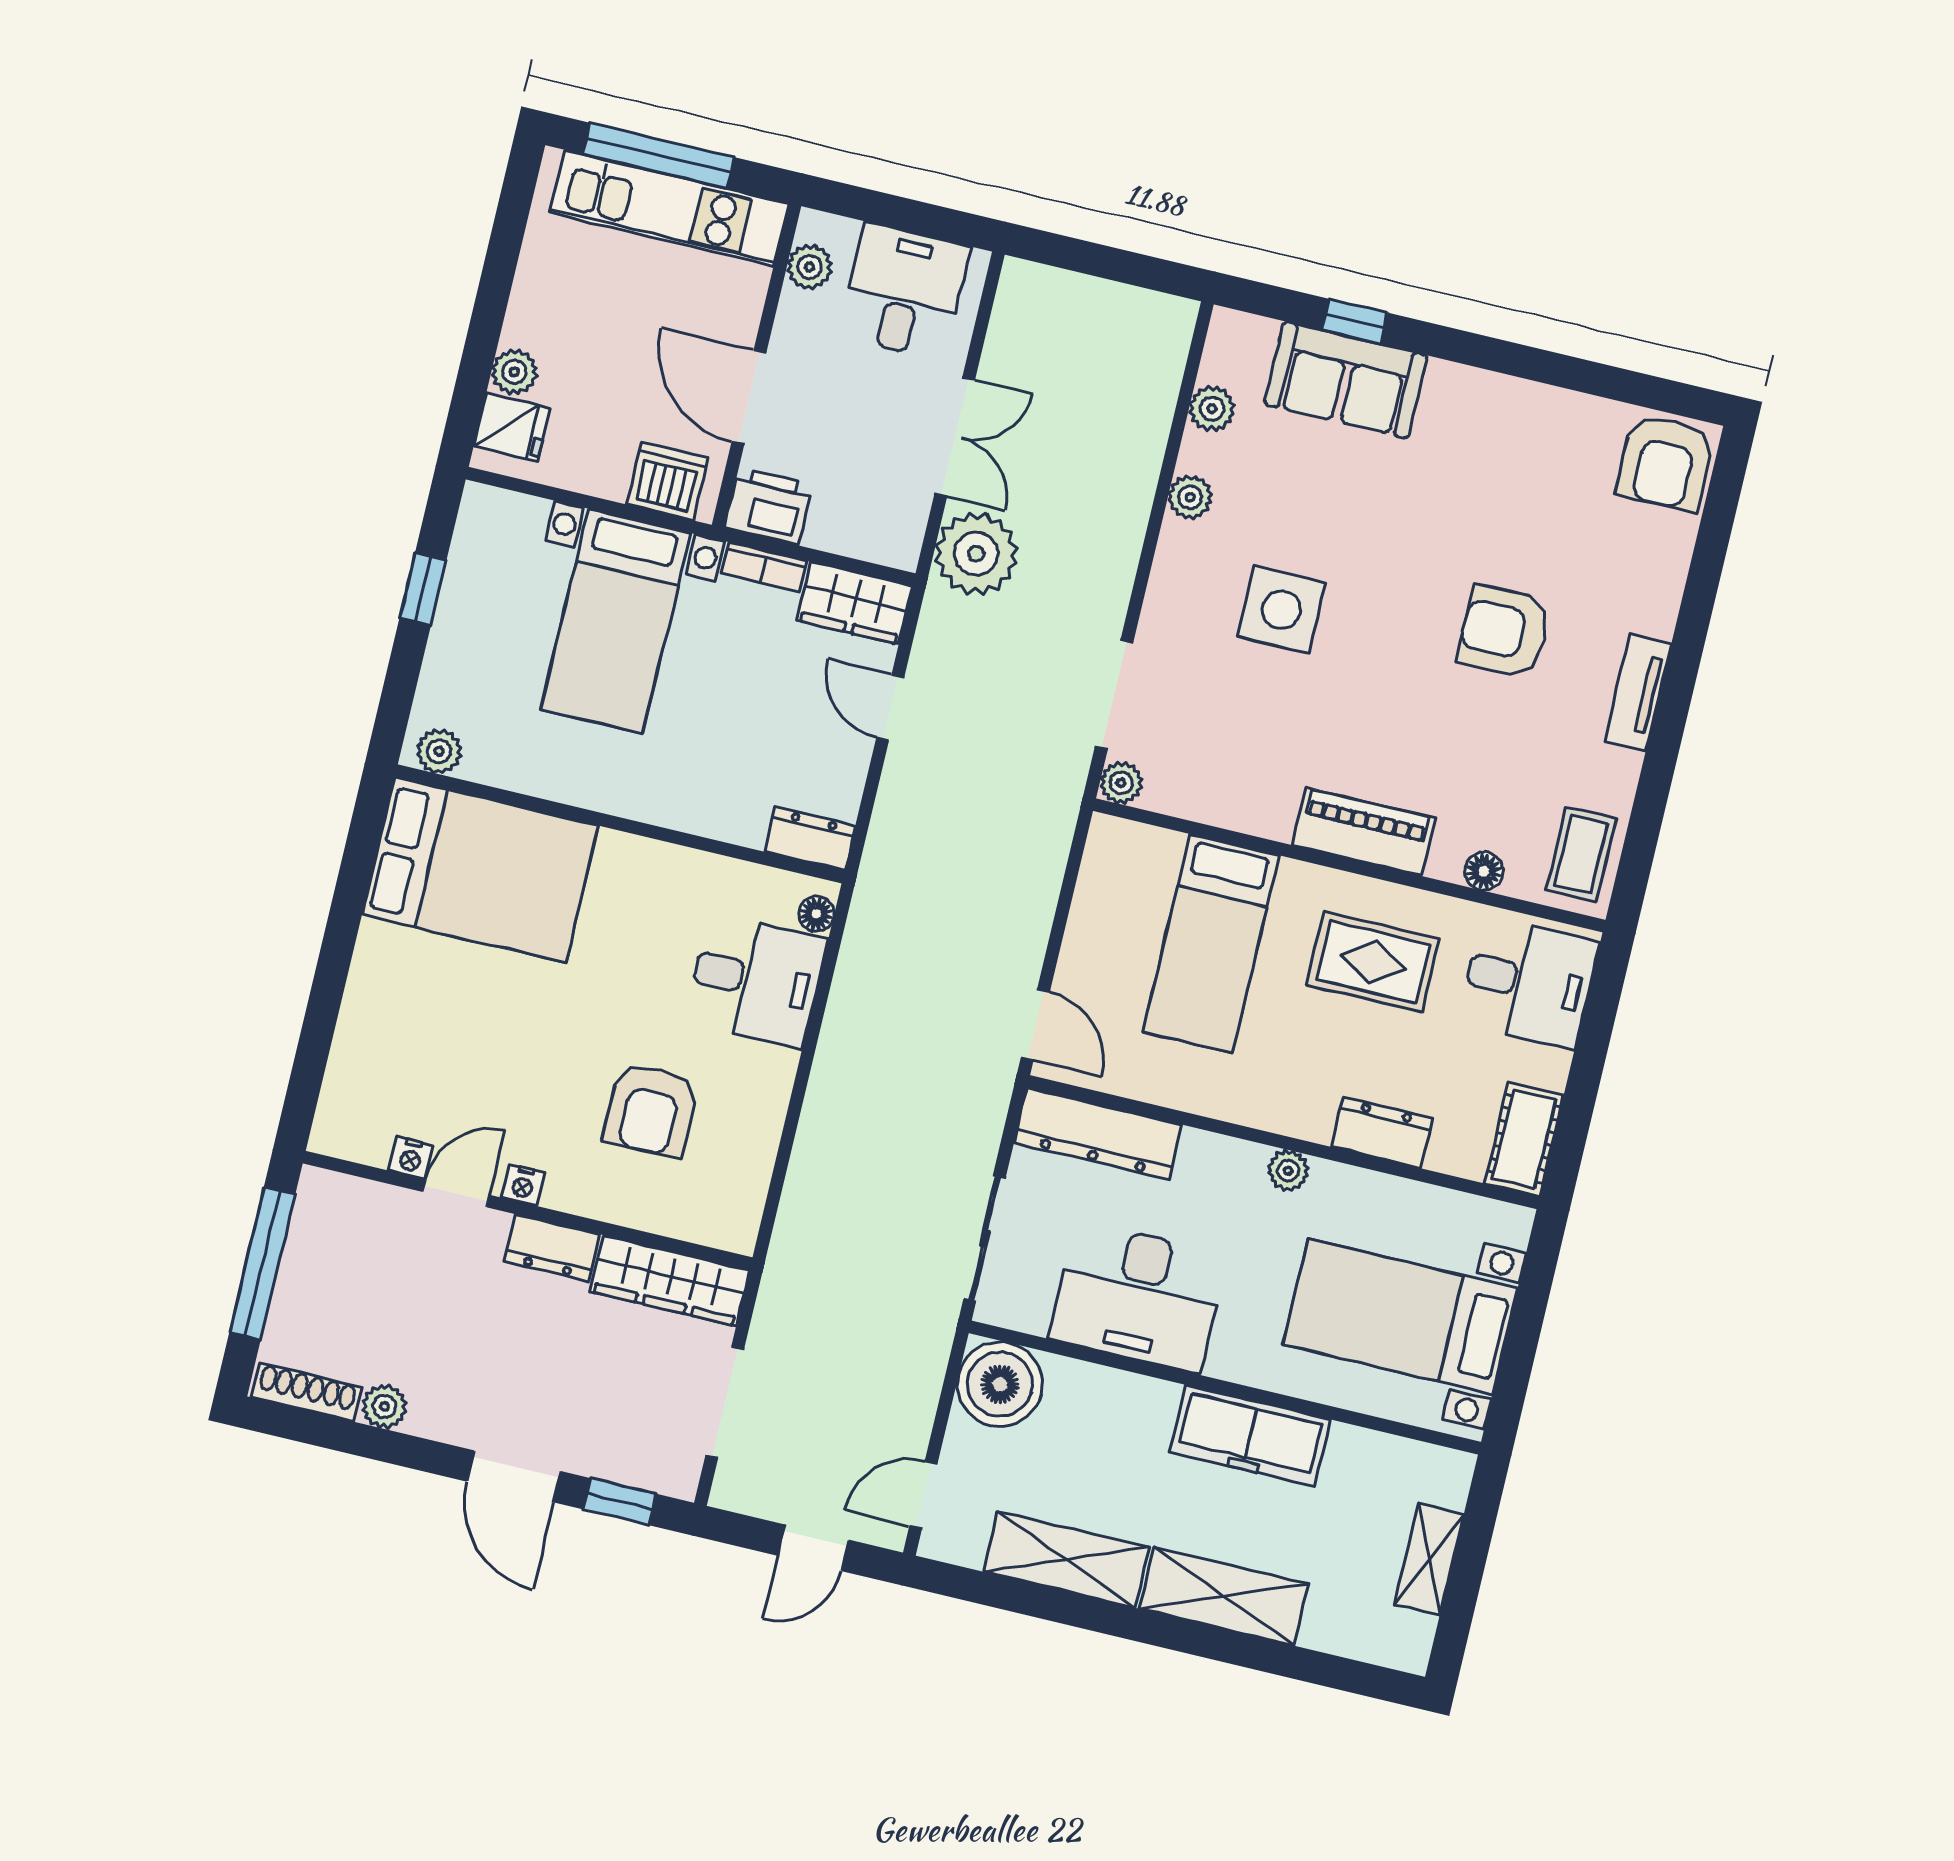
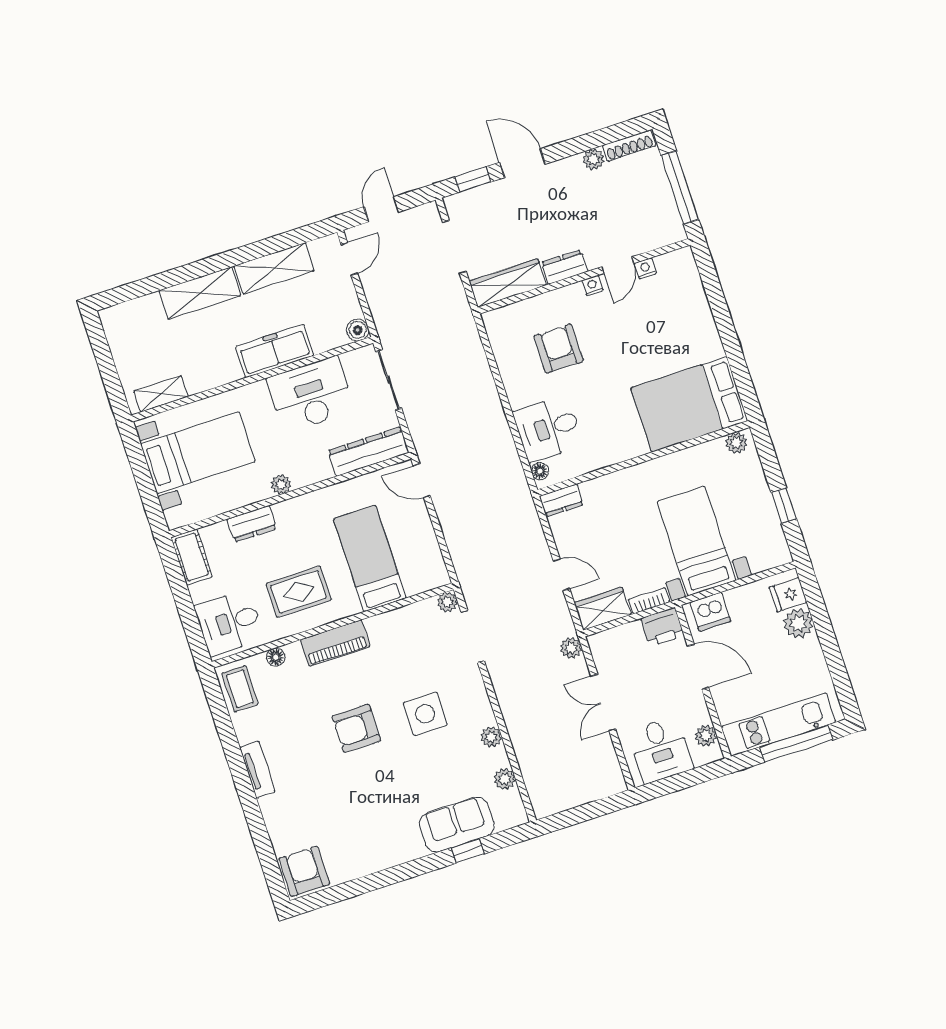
plant: (514, 372) -> (798, 623), width x1.38, depth x1.38
plant: (976, 554) -> (571, 648), width x0.53, depth x0.53
armchair: (1504, 631) -> (356, 728), moved, turned 180
boiler: (1000, 1384) -> (358, 330), width x0.54, depth x0.54
freezer: (1250, 1436) -> (275, 351), moved
shelving: (1429, 1560) -> (161, 394), moved, turned 90

